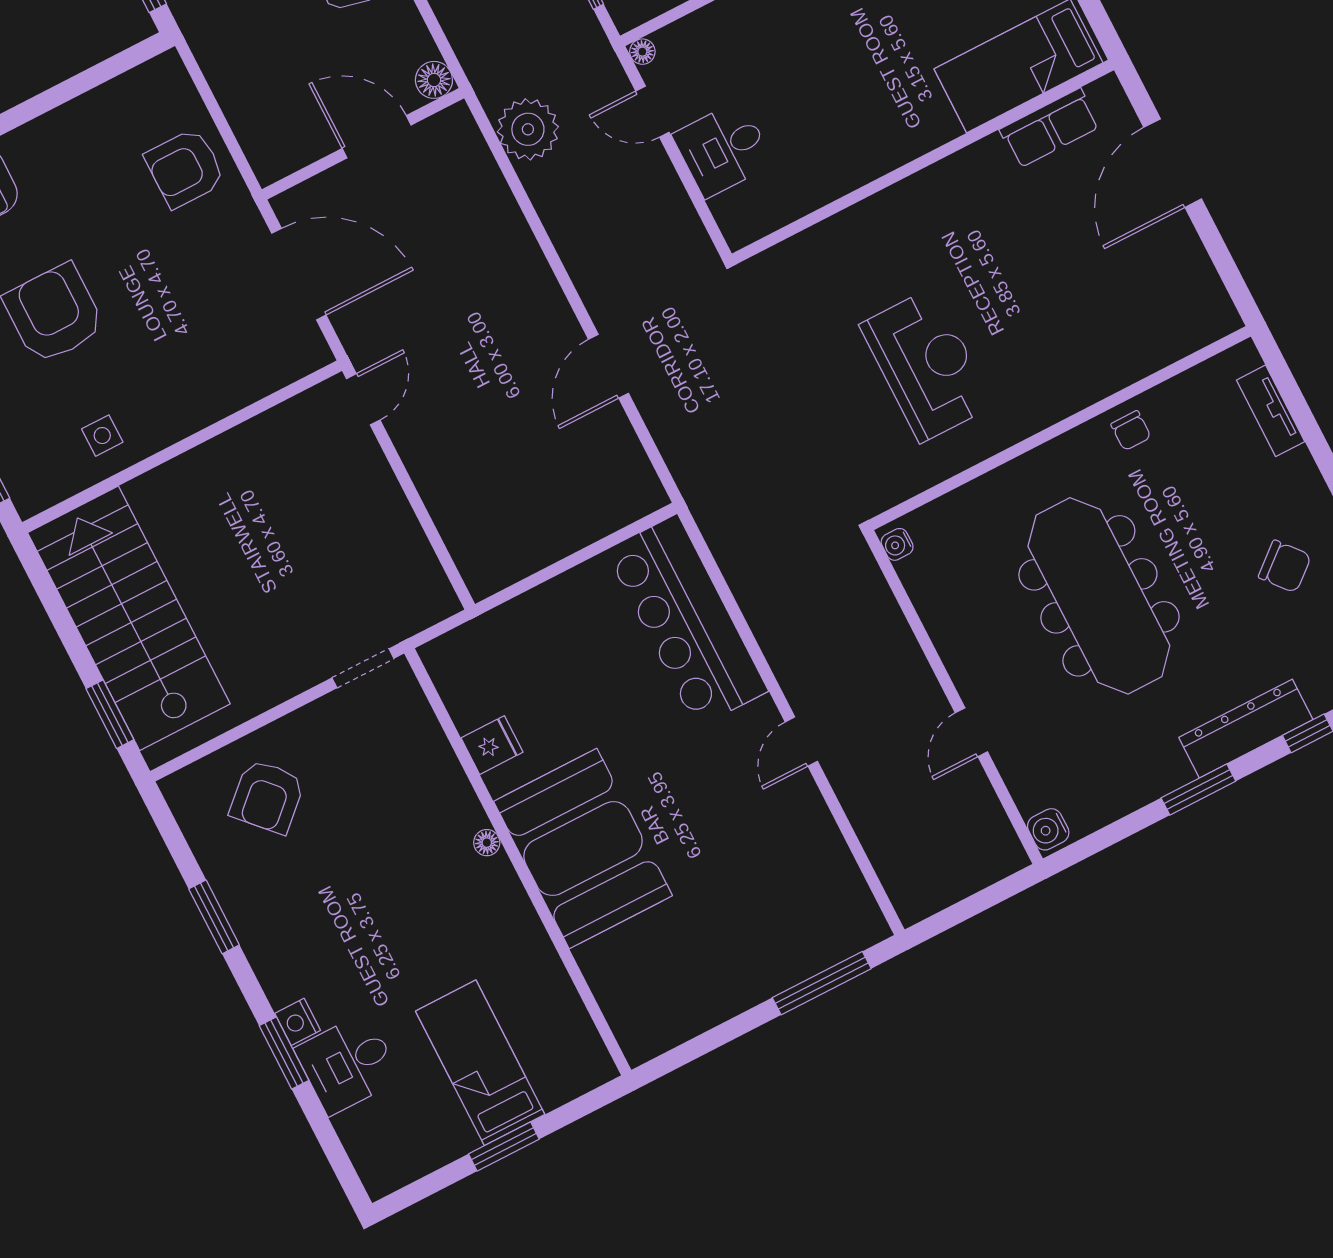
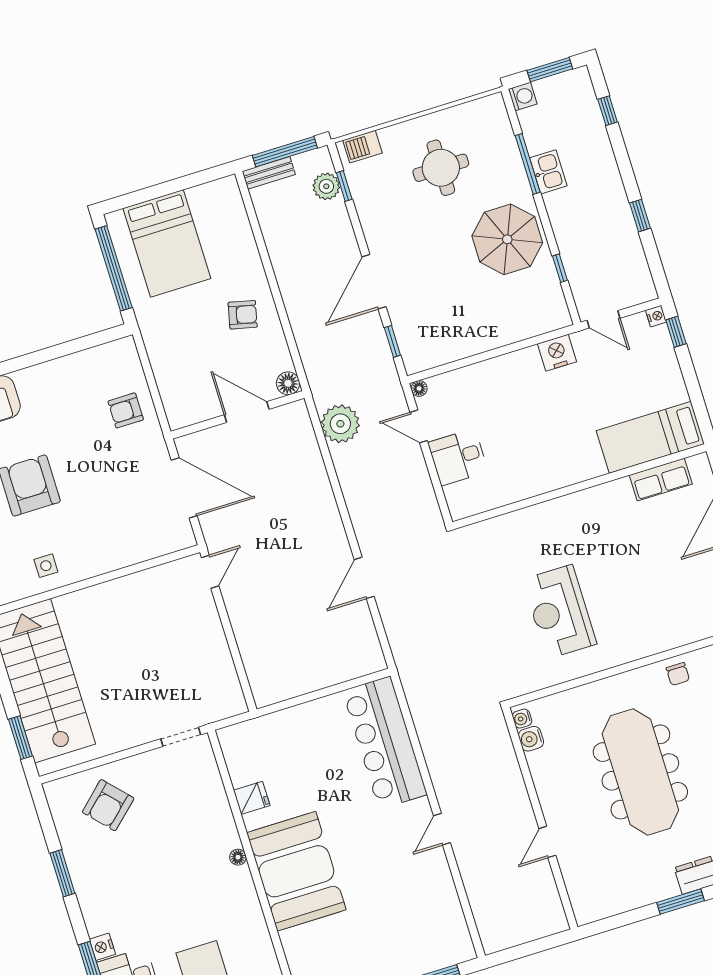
armchair: (185, 168) -> (126, 410), width x0.72, depth x0.72
reception desk: (927, 365) -> (560, 612), turned 180
water cooler: (1048, 829) -> (531, 739), moved

